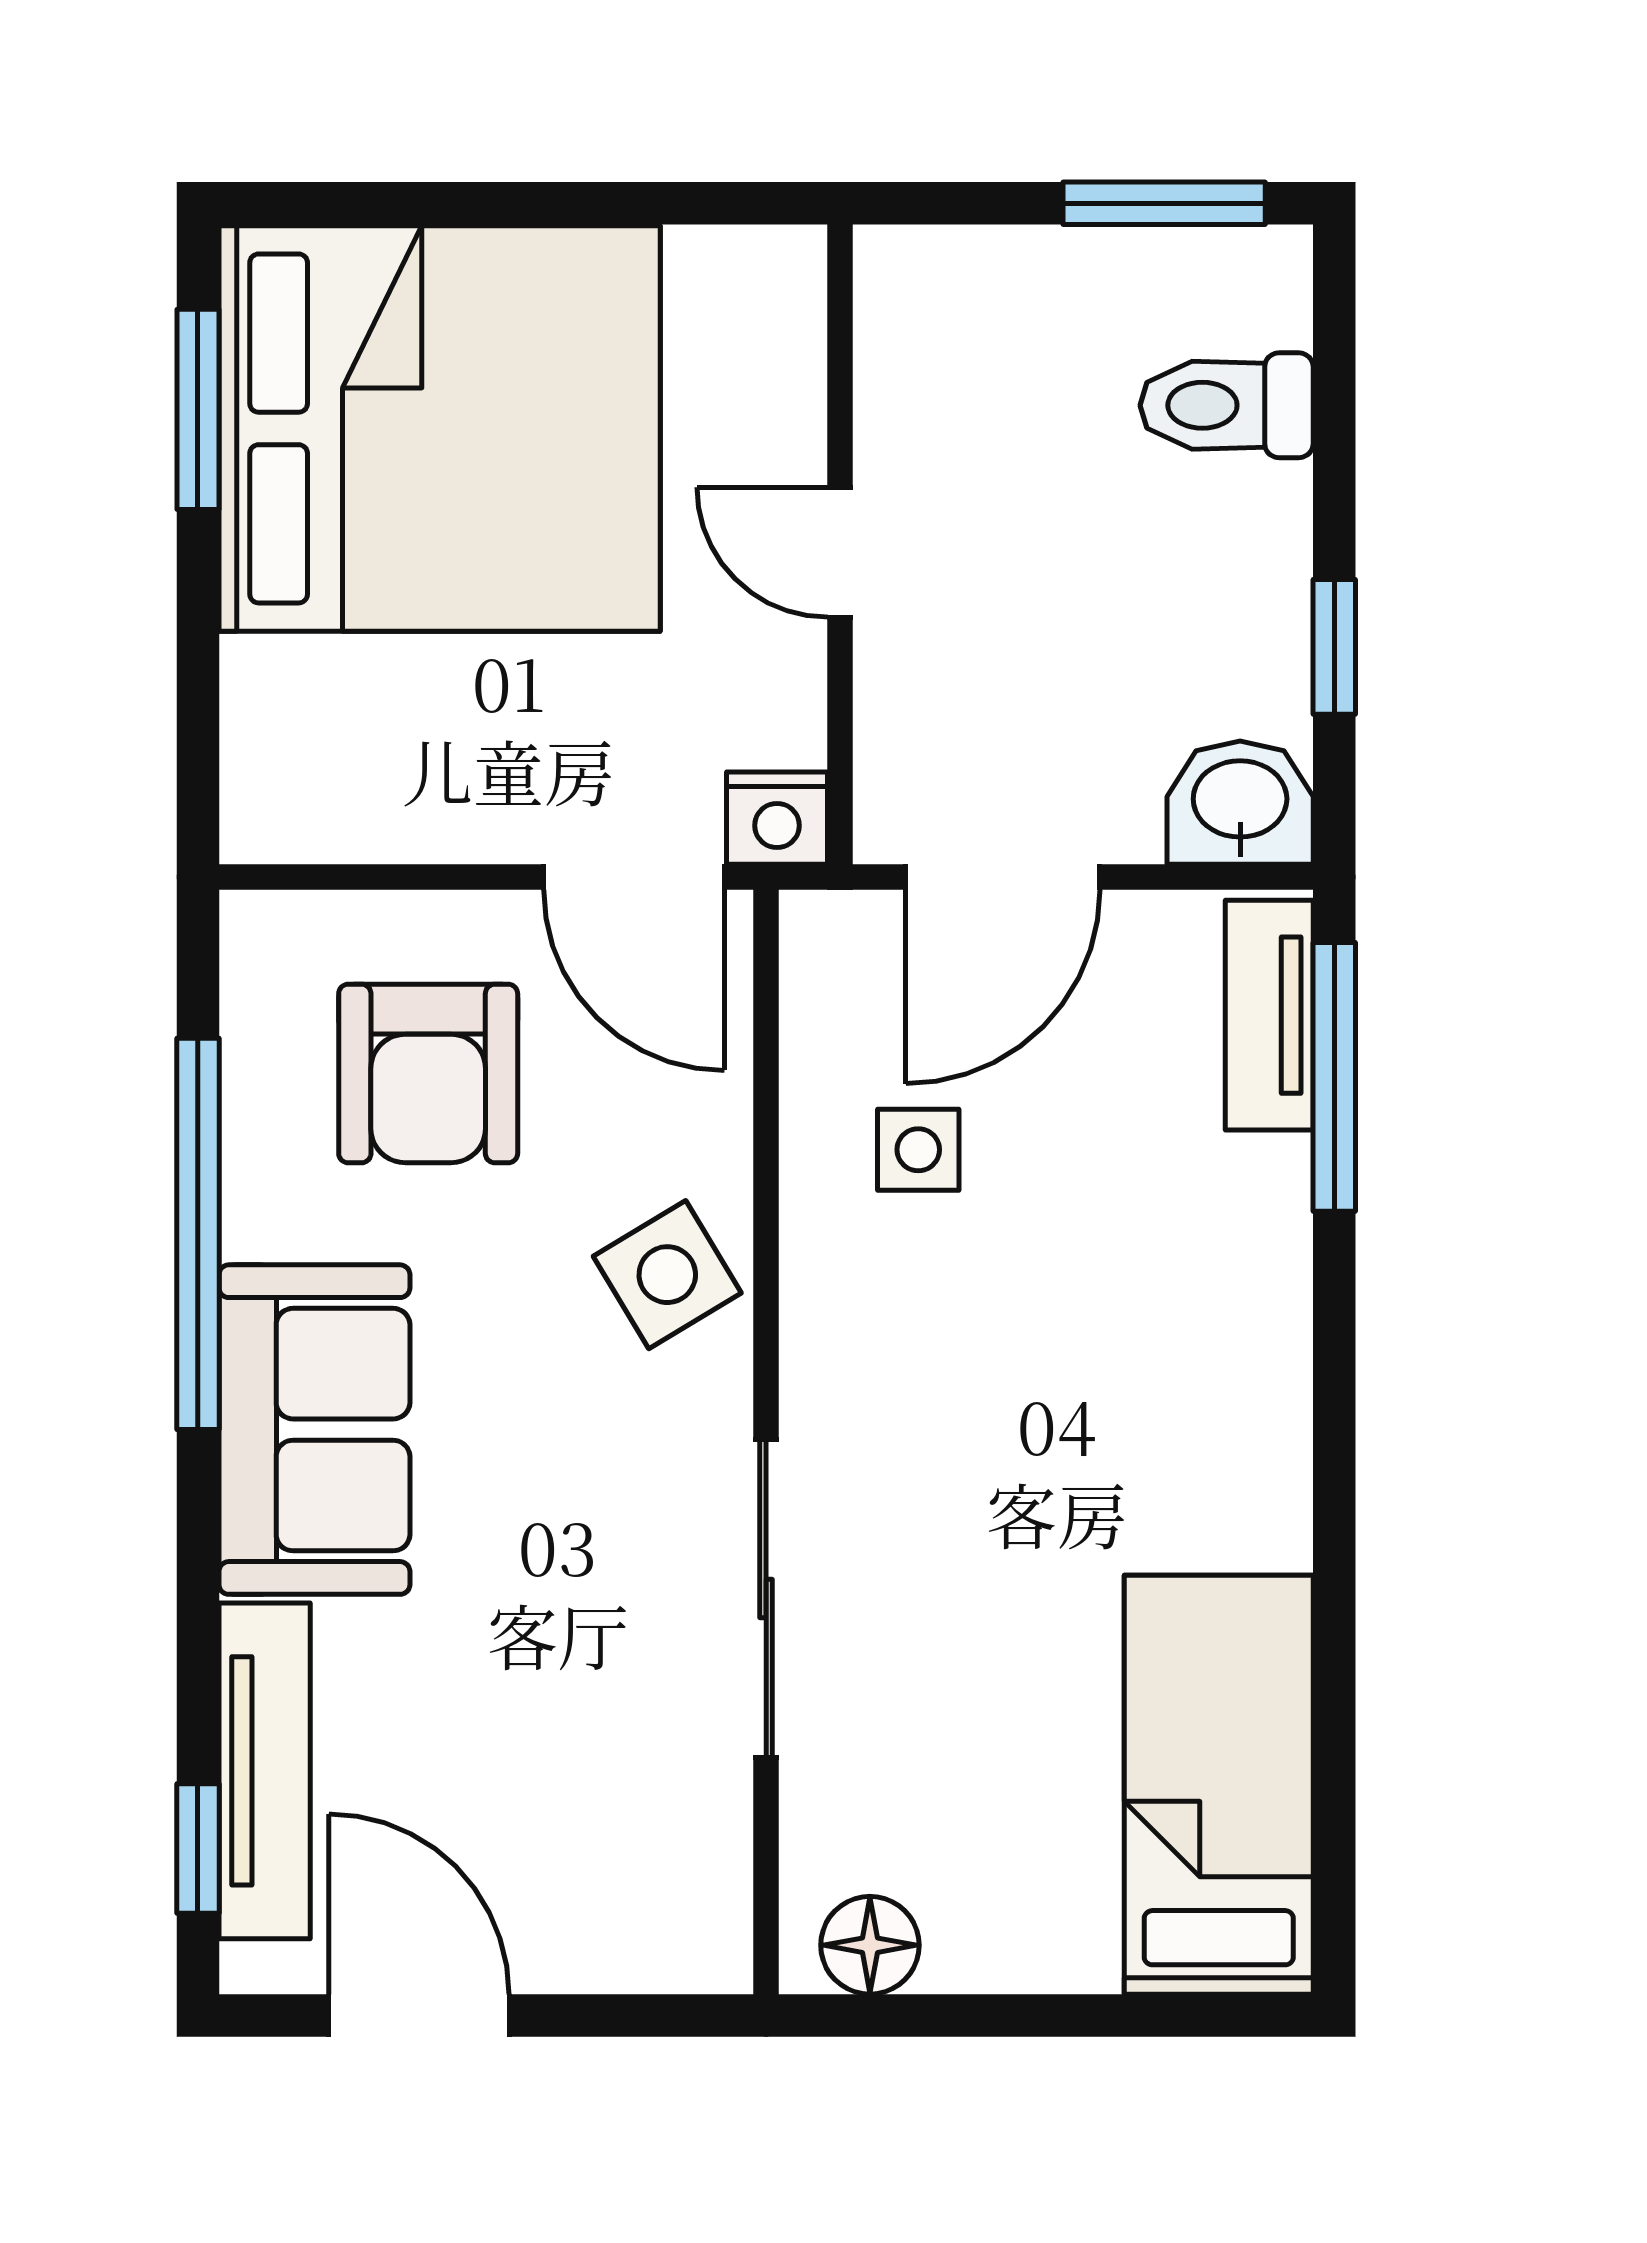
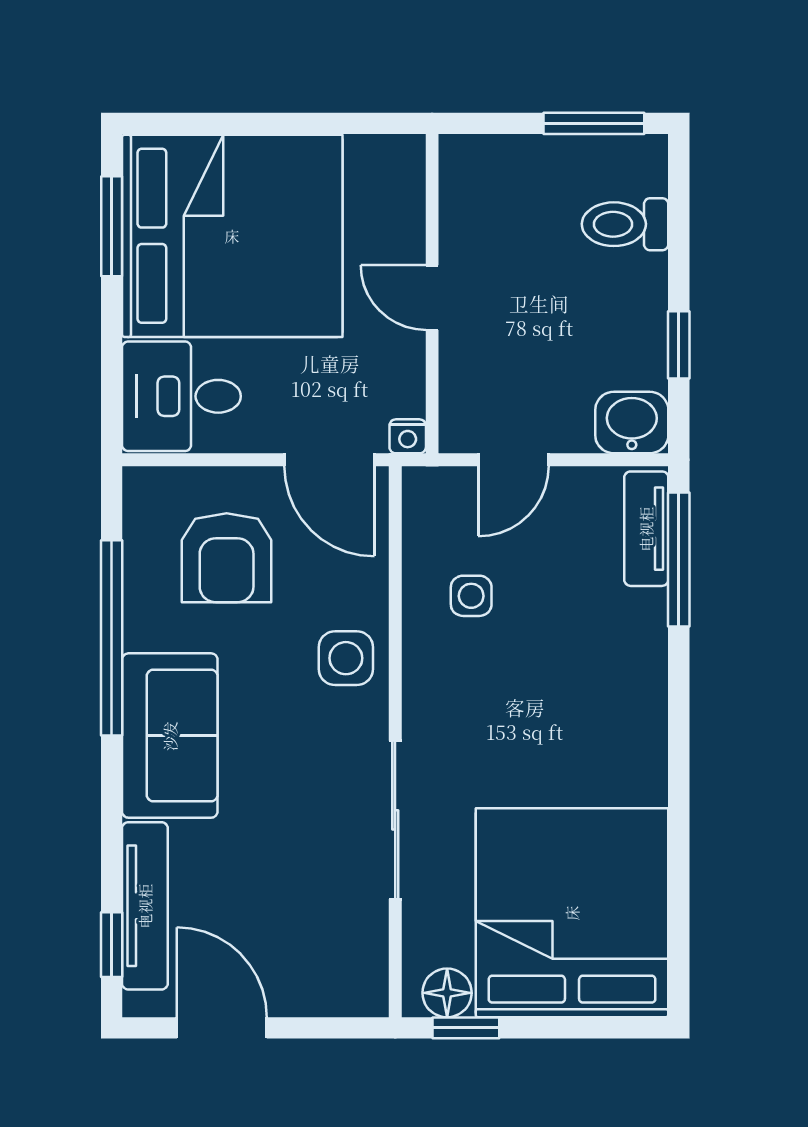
desk: (338, 750) -> (181, 396), added
nightstand: (777, 818) -> (408, 436), width x0.72, depth x0.74
door: (1003, 877) -> (513, 460), width x0.73
side table: (667, 1275) -> (346, 658), turned 31
bed: (1219, 1785) -> (572, 913), width x2.04
window: (908, 2015) -> (466, 1028), added

